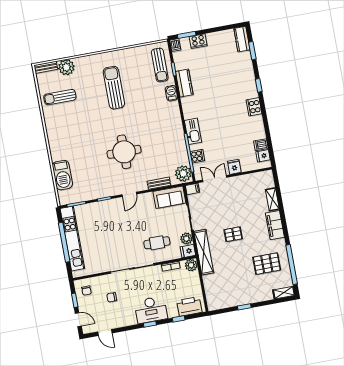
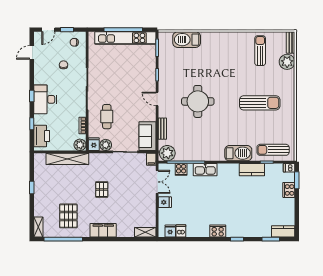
barbecue: (171, 93) -> (238, 153), width x1.88, depth x1.53
shelving: (272, 199) -> (145, 232), moved
shelving: (204, 252) -> (67, 159), moved

